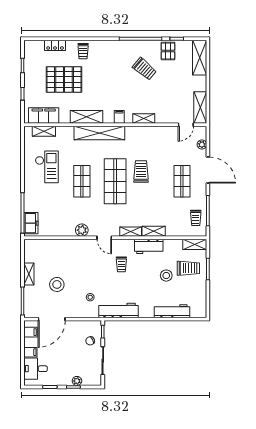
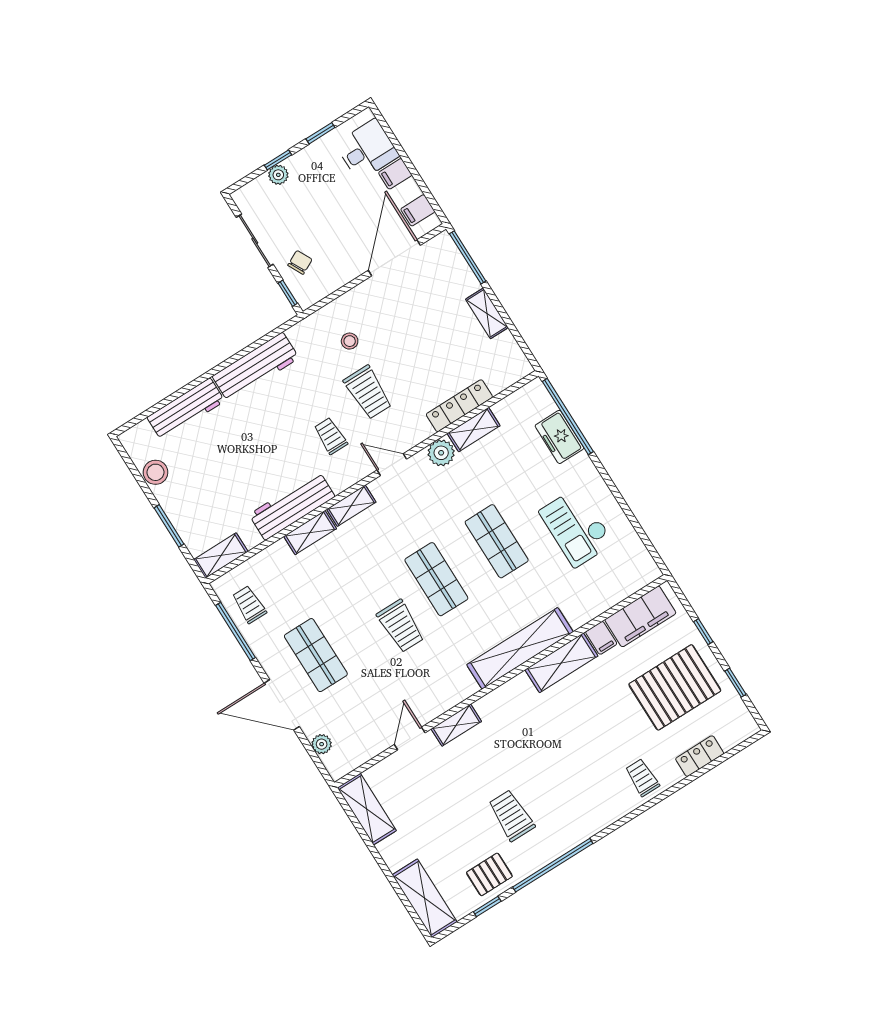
pallet: (168, 51) -> (489, 874), turned 90
trolley: (144, 69) -> (511, 815), turned 50
pallet: (64, 79) -> (675, 687), moved
filing cabinet: (119, 117) -> (601, 638), moved
door: (186, 125) -> (410, 739), moved
shelving: (44, 131) -> (474, 430), moved
shop shelf: (115, 181) -> (436, 579), width x0.70, depth x0.74
freezer: (31, 223) -> (559, 437), moved
locker: (63, 244) -> (459, 406), added
workbench: (149, 246) -> (292, 506), width x1.38
trolley: (188, 268) -> (368, 392), moved, turned -90
stool: (166, 276) -> (155, 472), moved
stool: (57, 284) -> (424, 326), removed
workbench: (119, 310) -> (255, 367), moved

